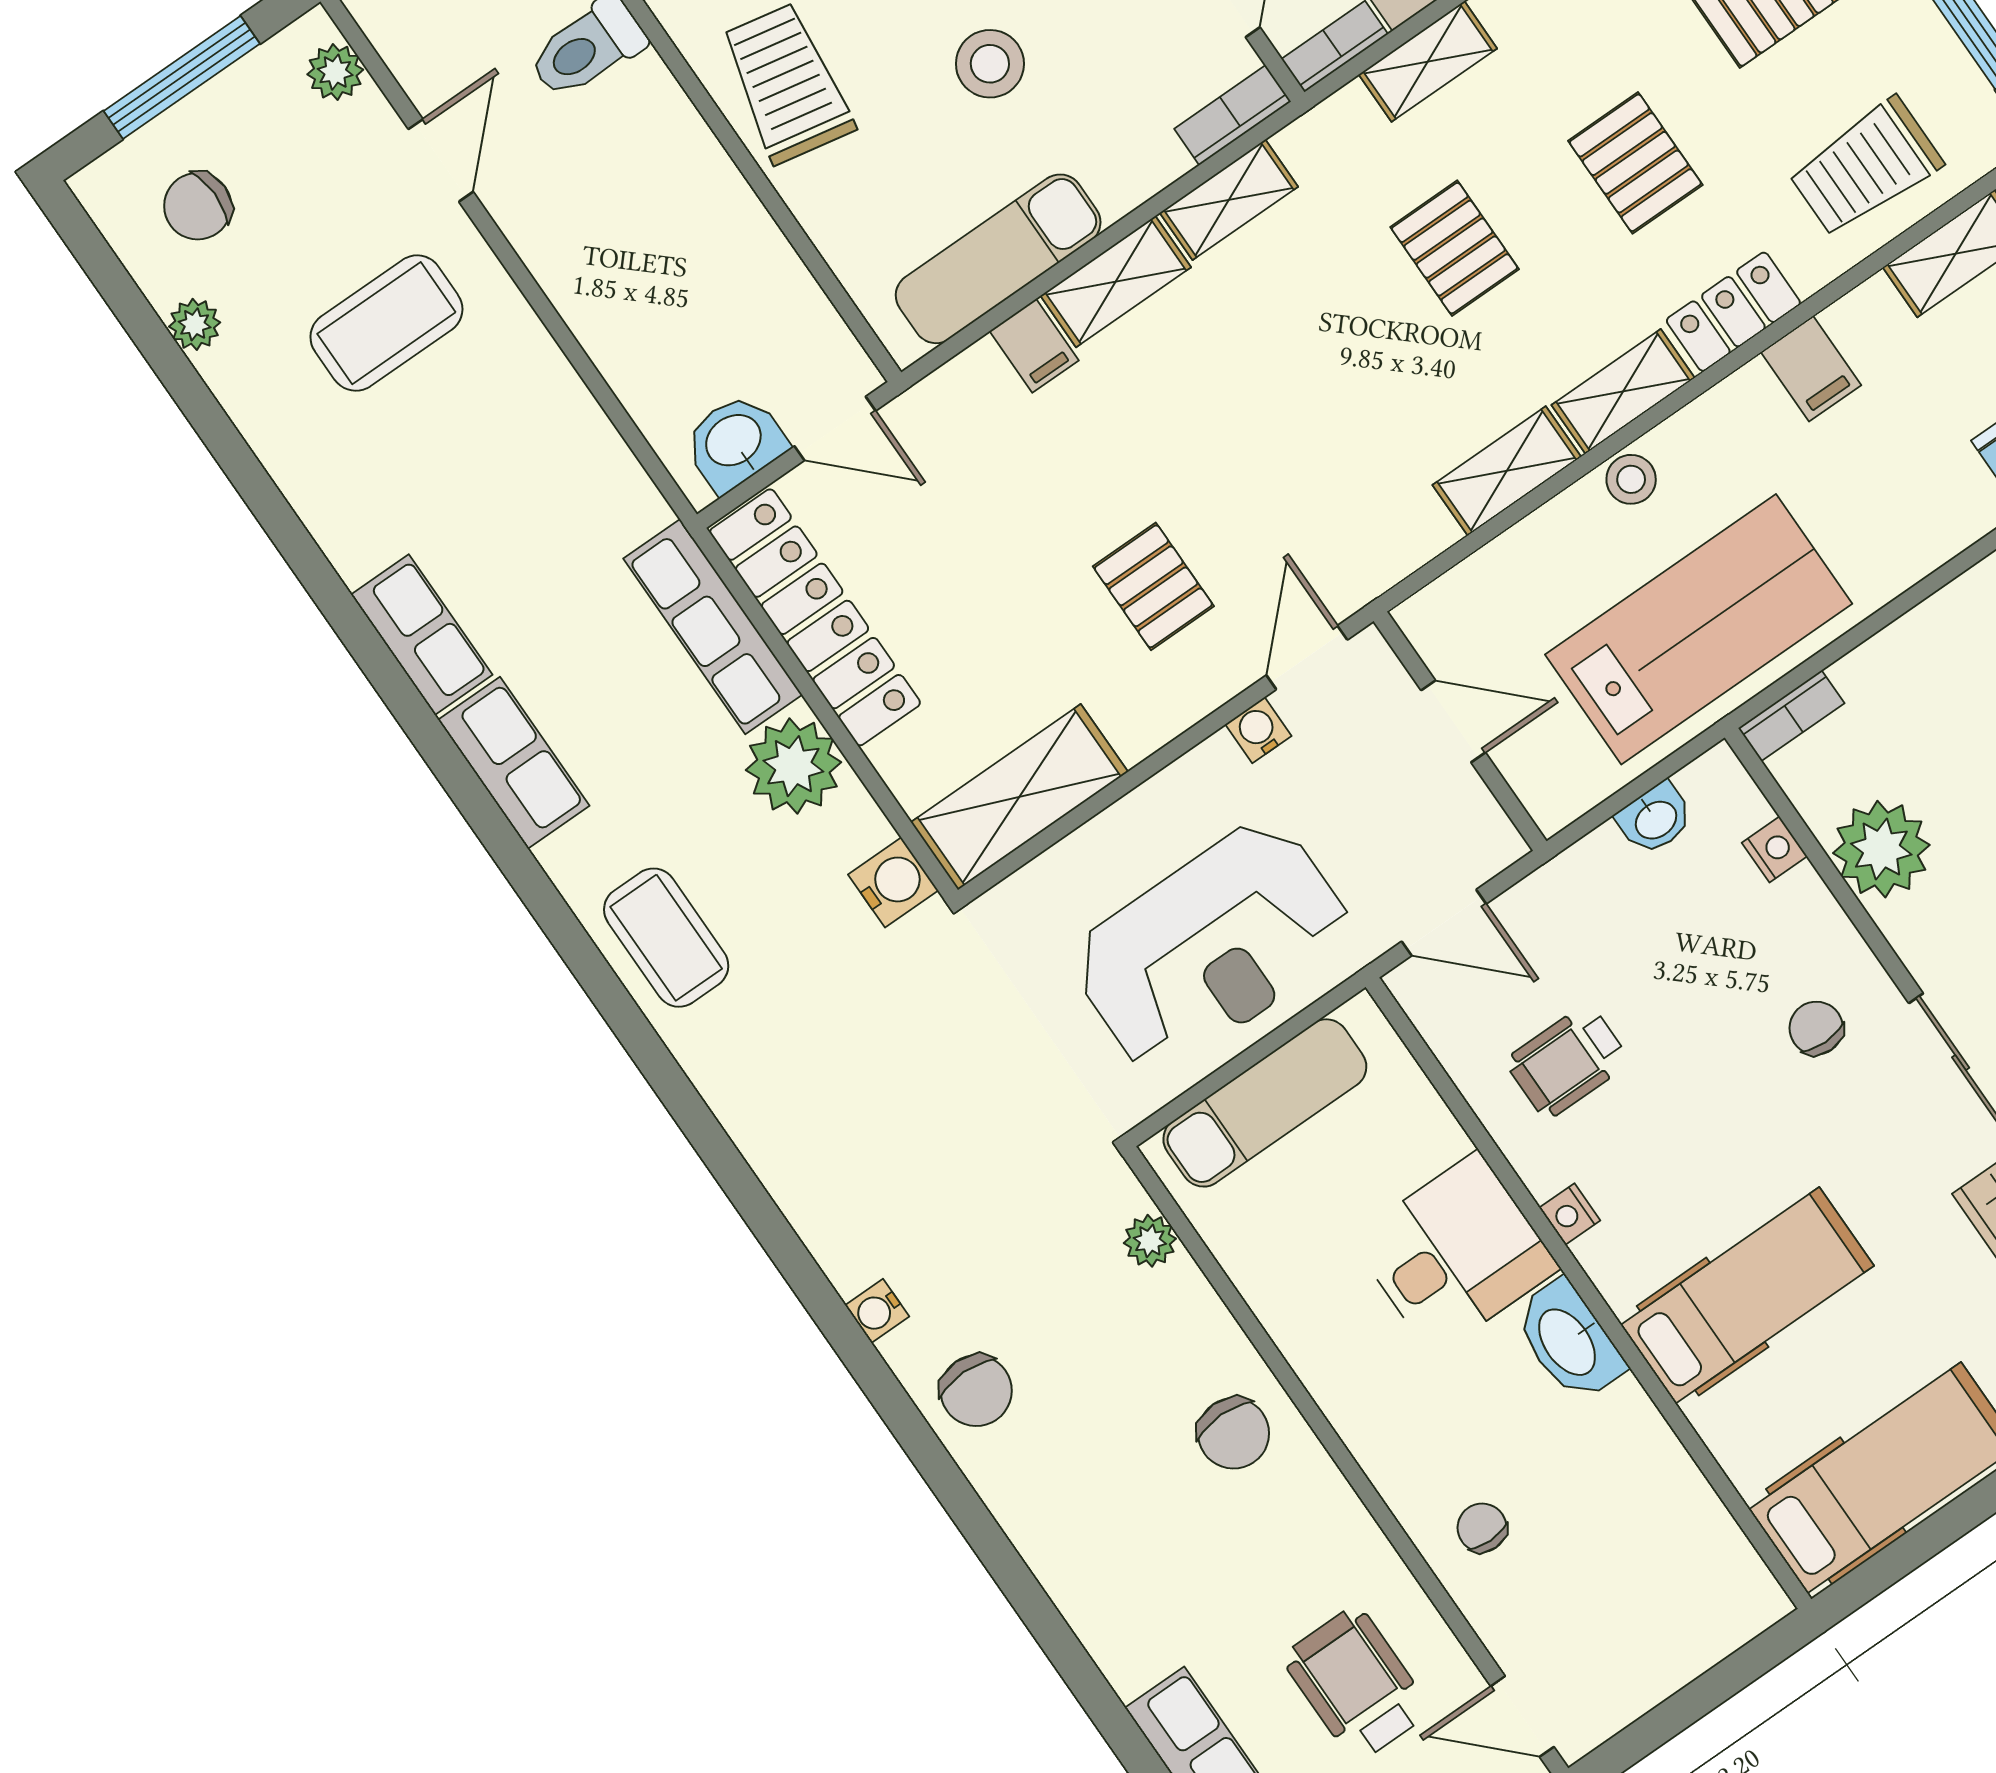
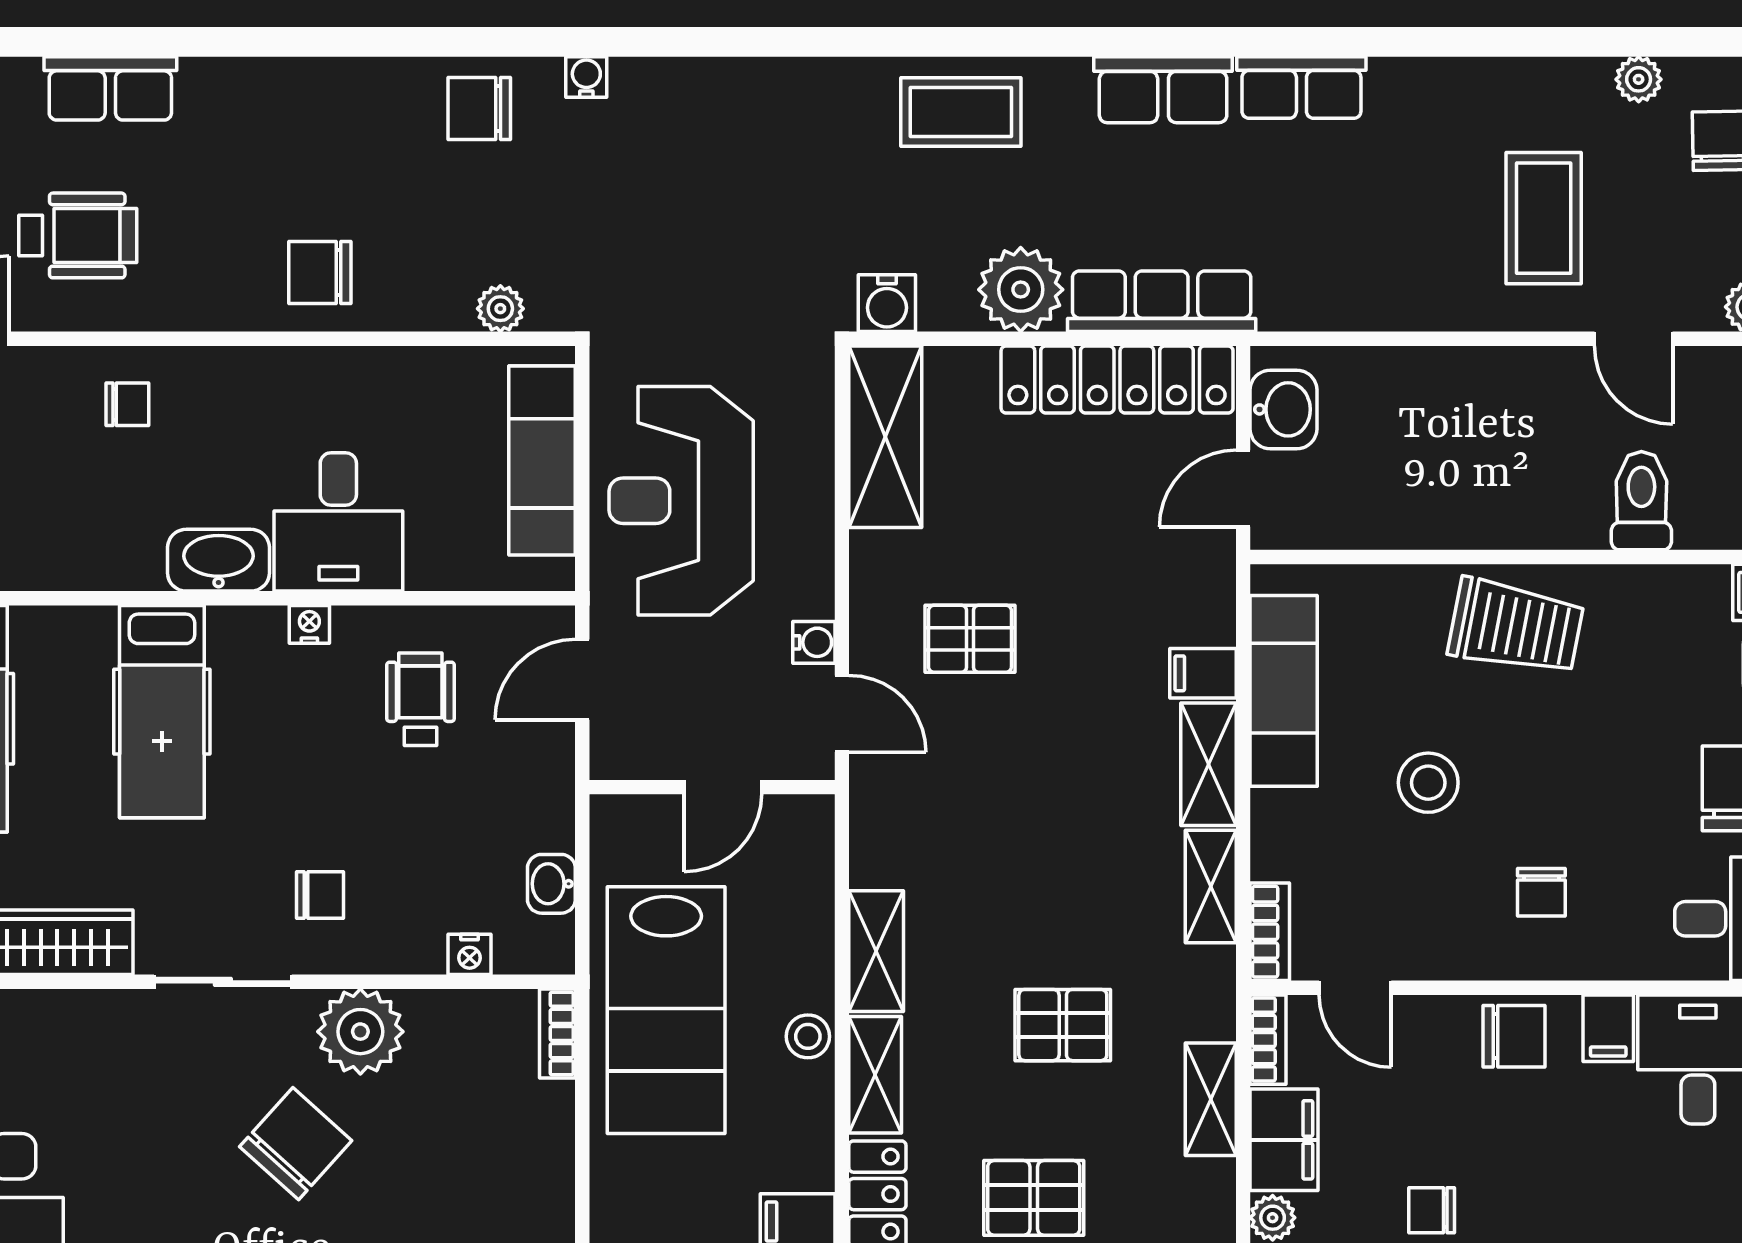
plant: (1881, 849) -> (360, 1032), moved

